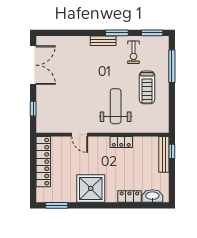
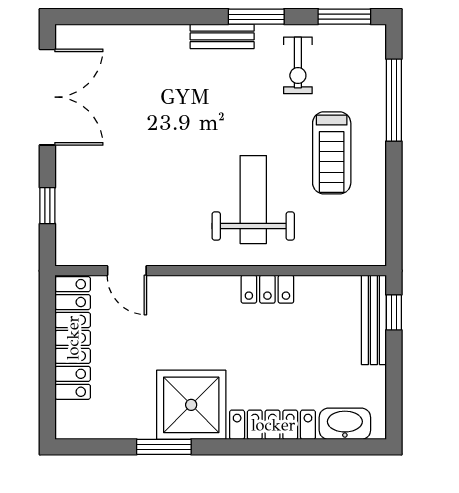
door: (80, 135) -> (127, 271), moved
locker: (129, 196) -> (273, 425), width x1.53
window: (57, 205) -> (164, 447), moved

